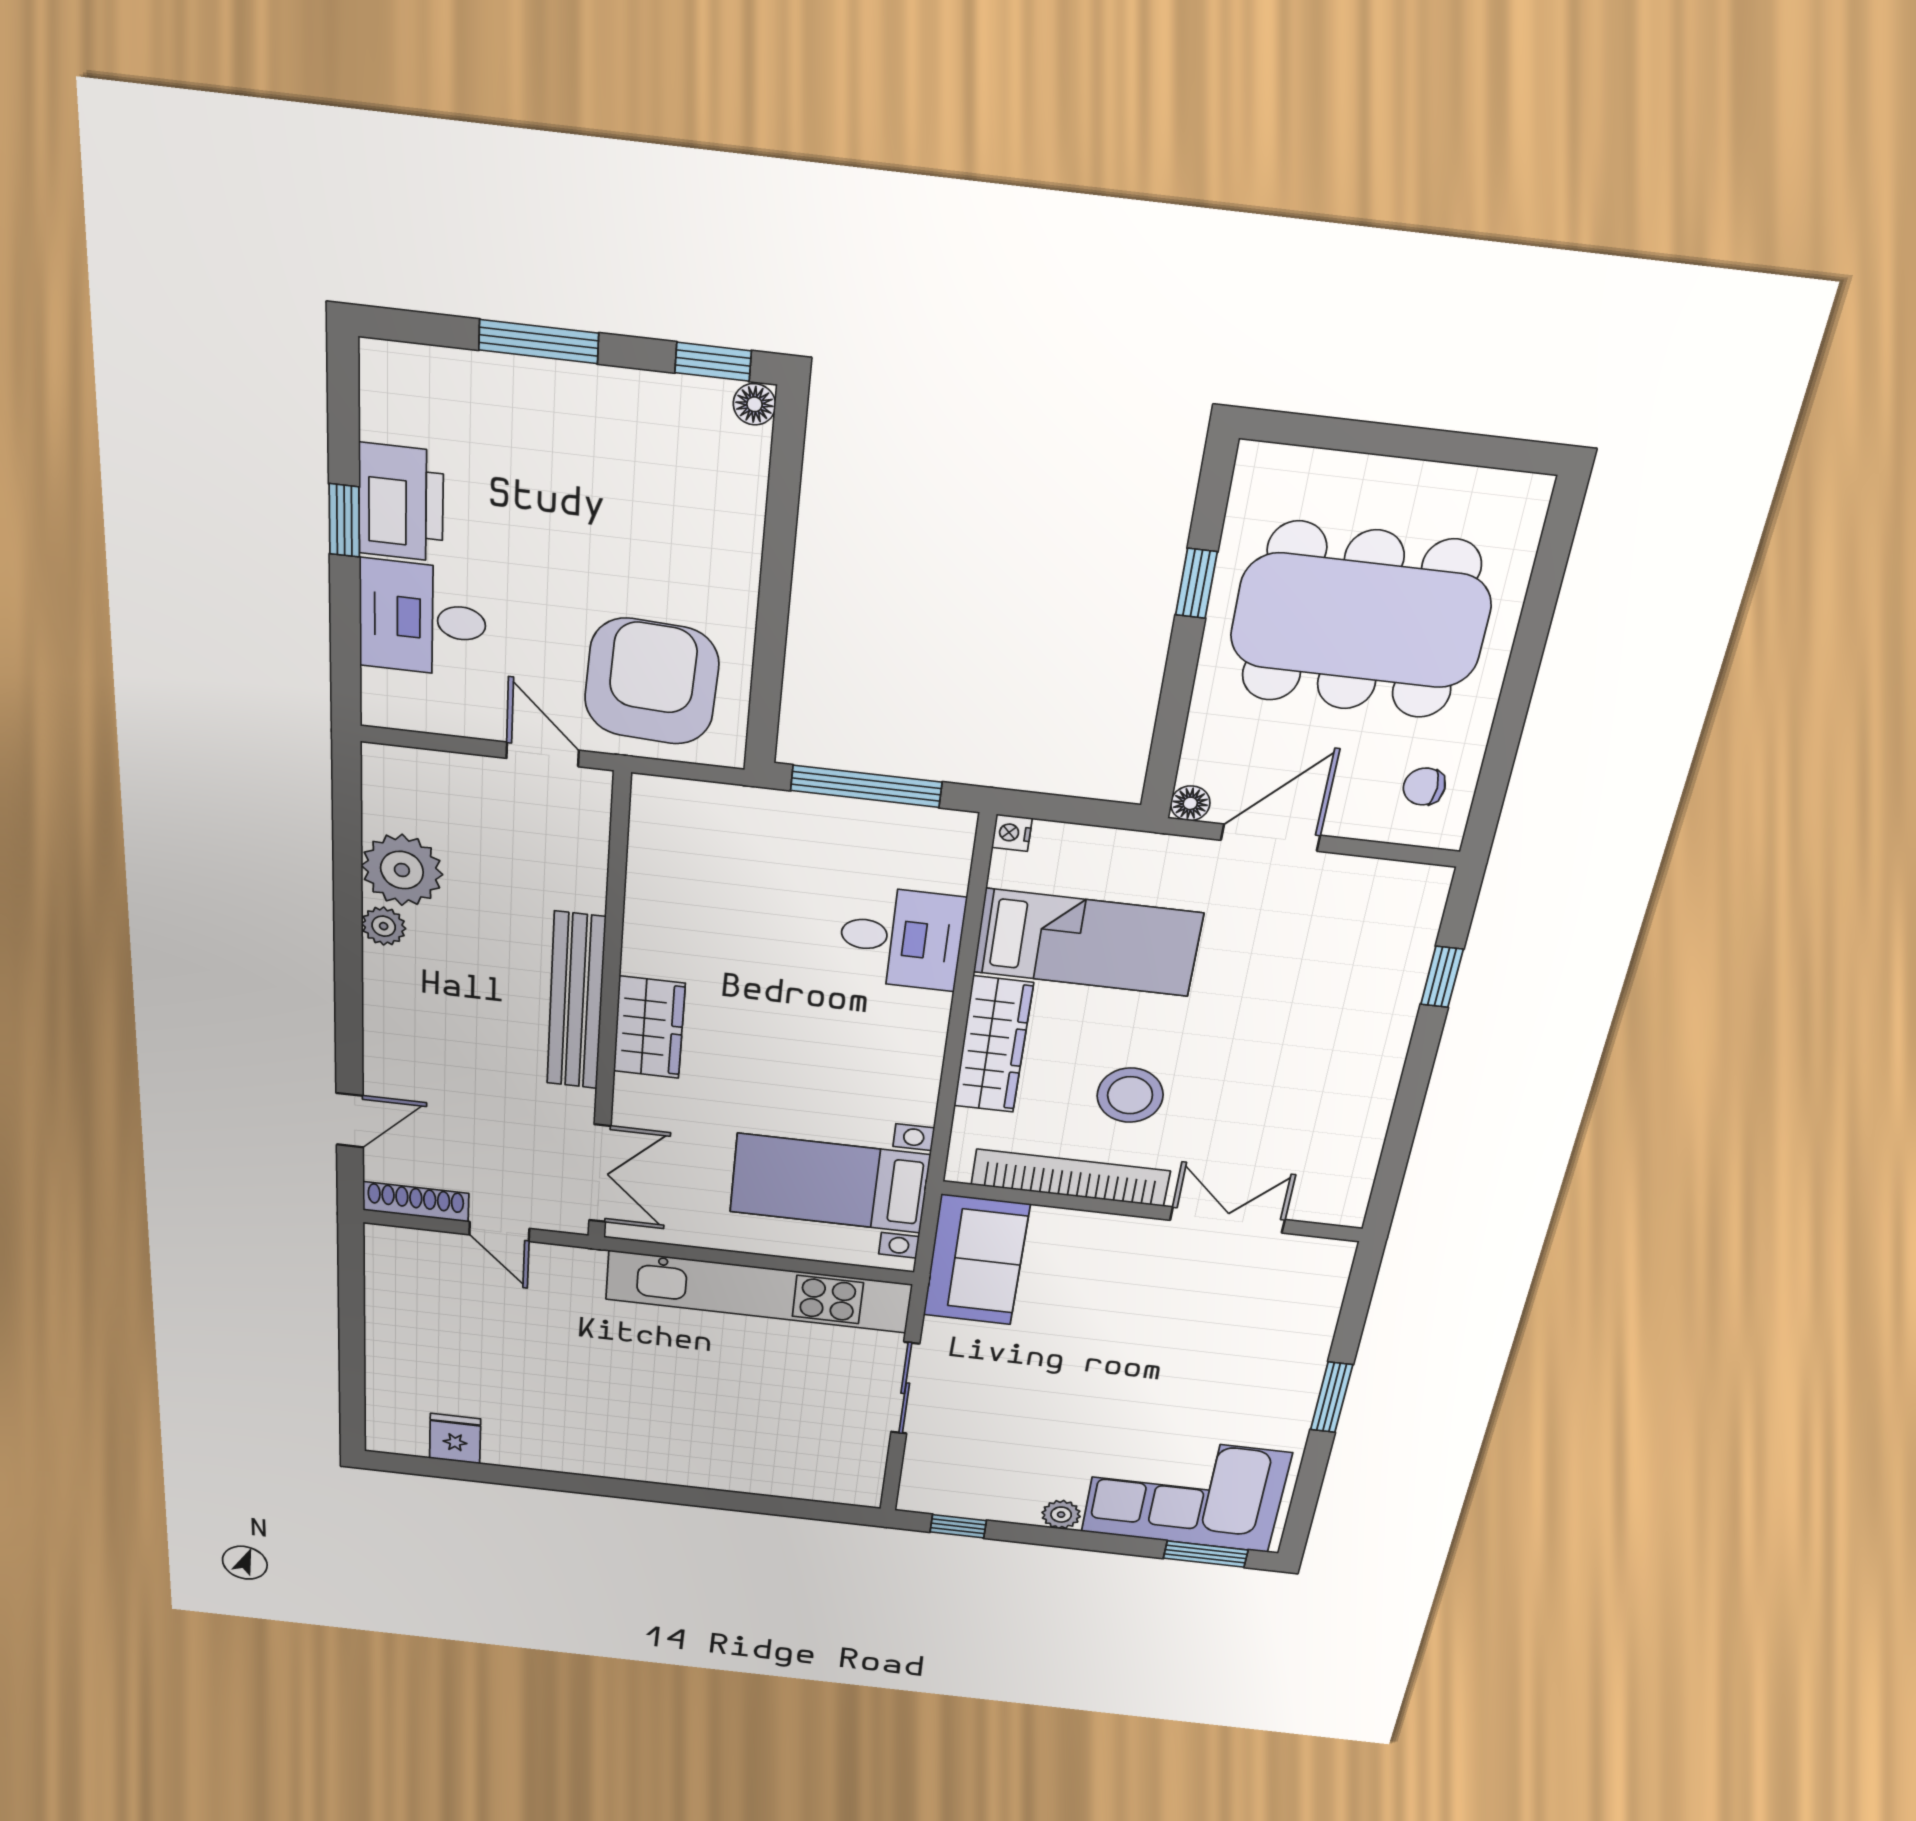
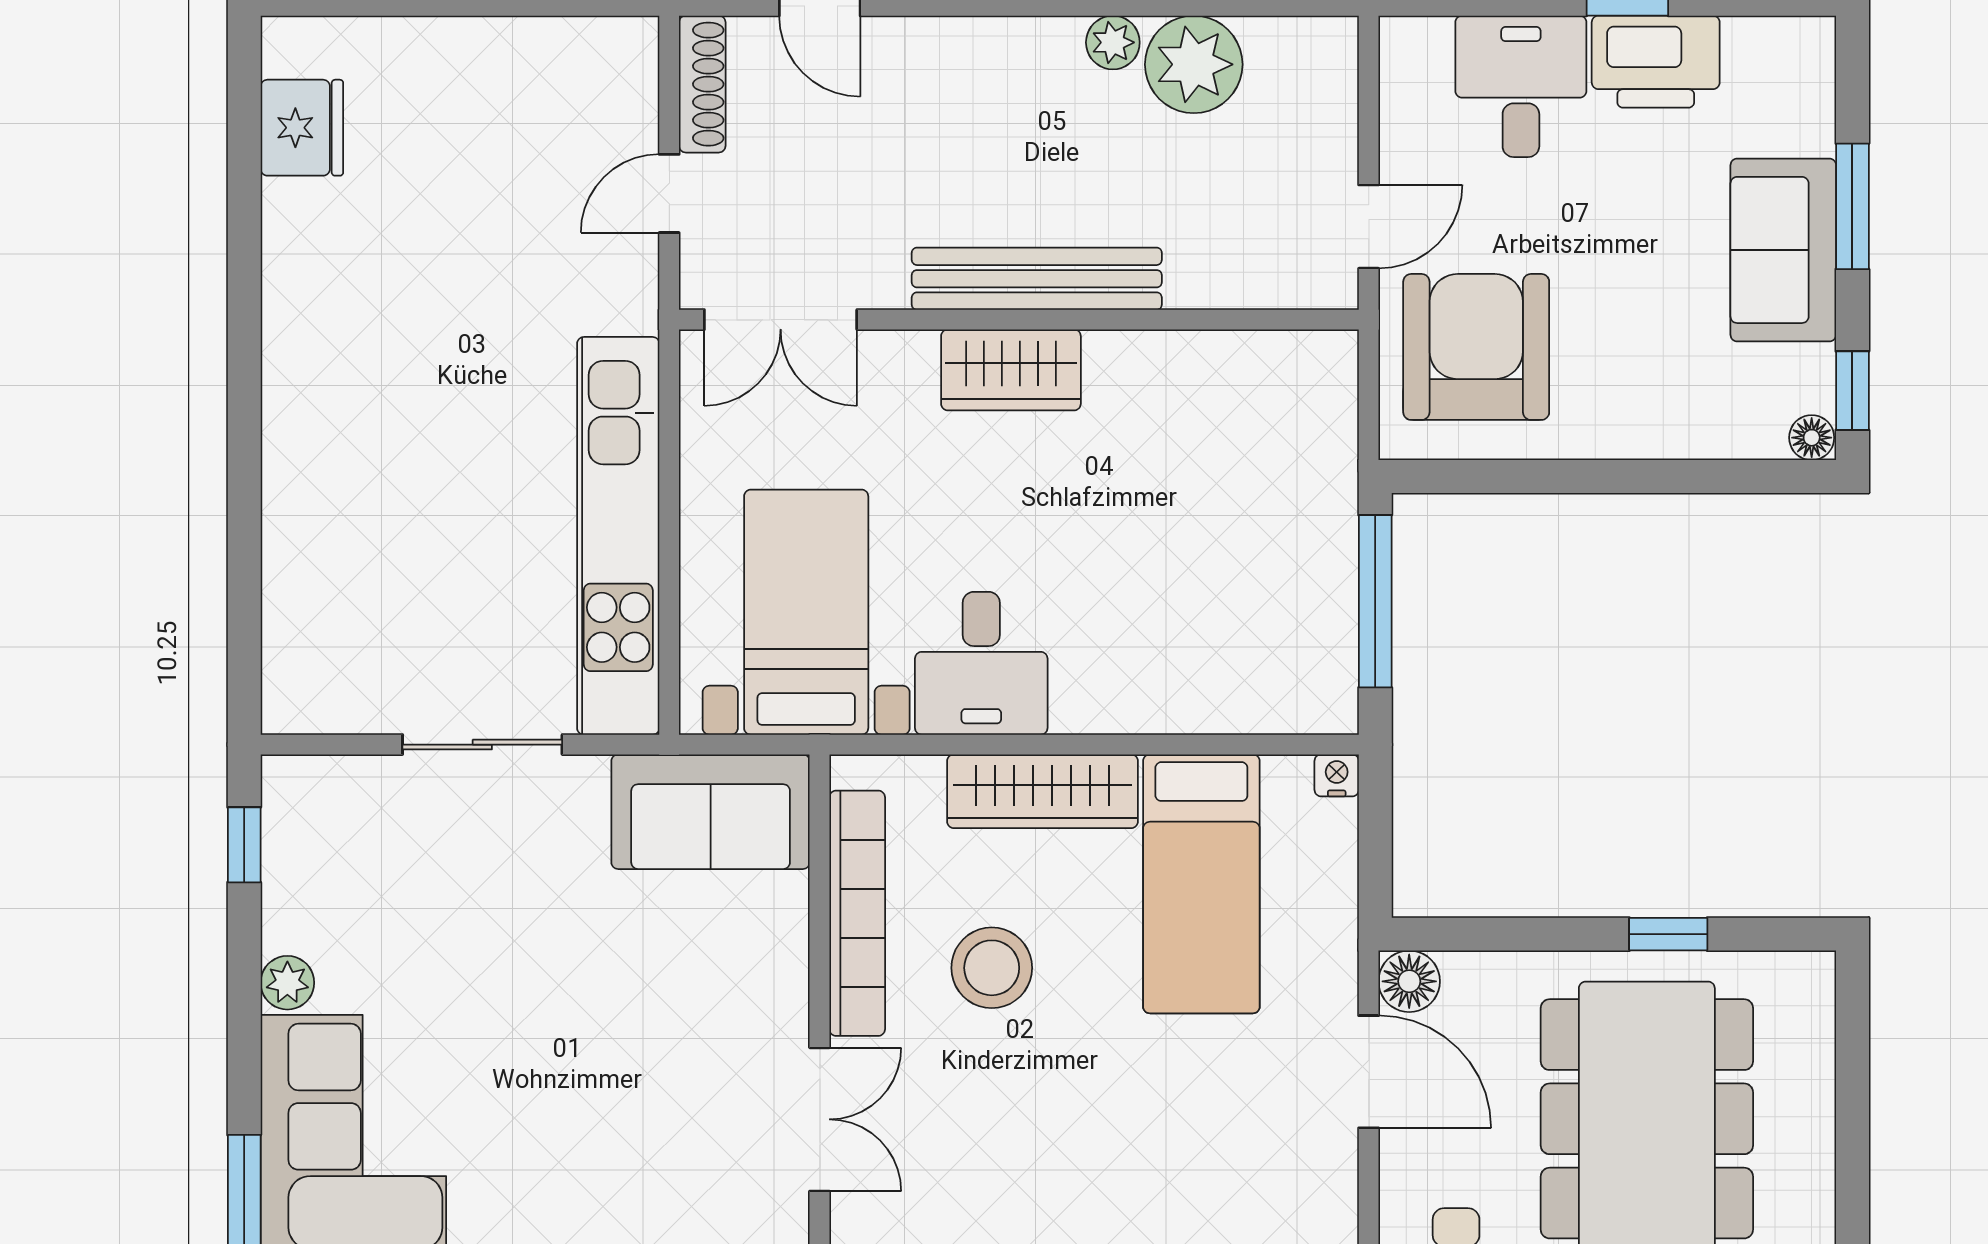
sofa: (577, 410) -> (1783, 250), added
armchair: (652, 682) -> (1476, 347), turned -93
floor lamp: (1190, 803) -> (1409, 981), width x1.37, depth x1.37
desk: (901, 938) -> (981, 663), moved
fridge: (455, 1439) -> (302, 128), width x1.38

